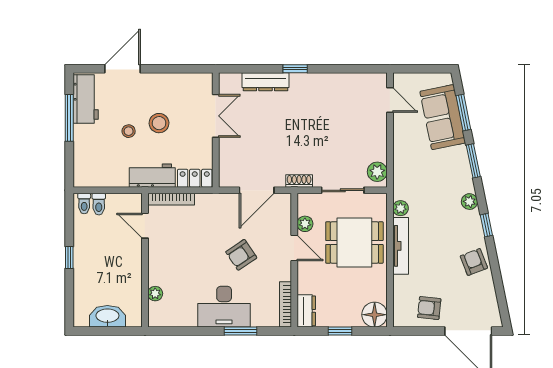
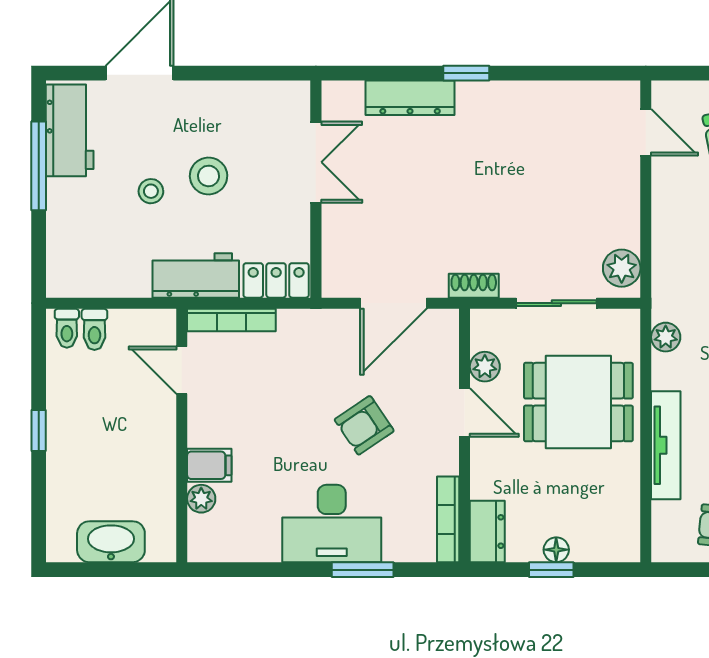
tv unit: (401, 246) -> (666, 445), moved
filing cabinet: (159, 276) -> (209, 465), added
floor lamp: (375, 315) -> (556, 550), moved, width x0.53, depth x0.53

